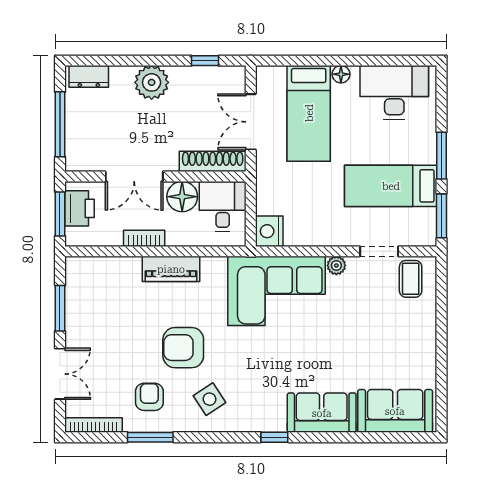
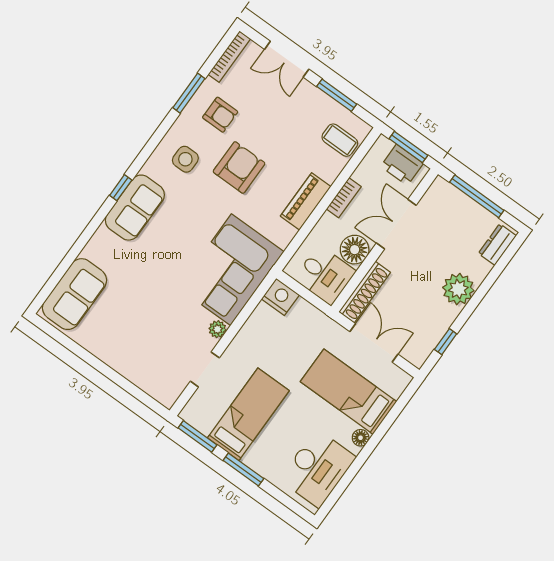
coffee table: (411, 279) -> (340, 140), moved
side table: (209, 399) -> (185, 159), turned 33
sofa: (322, 413) -> (135, 208), moved

